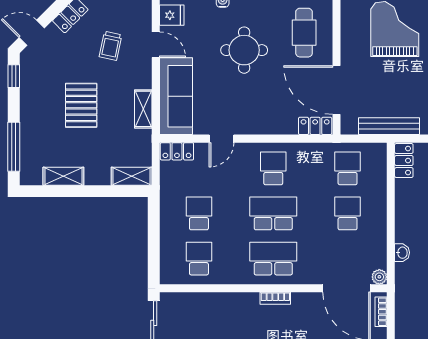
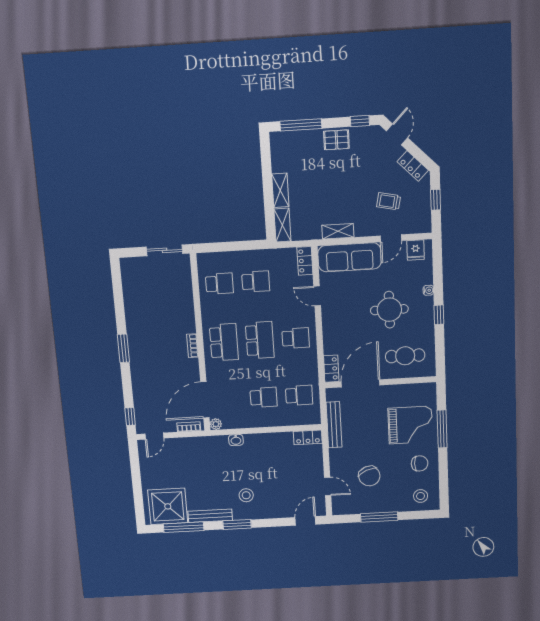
pallet: (81, 105) -> (336, 140), moved, width x0.67, depth x0.71
shelving: (63, 176) -> (280, 190), moved

